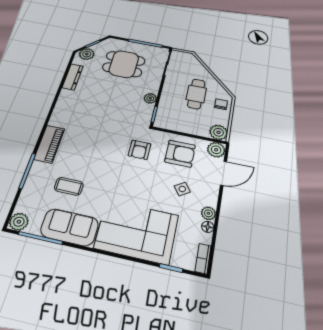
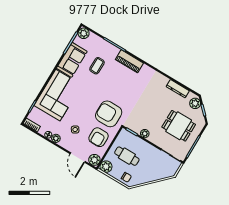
dining table: (124, 64) -> (179, 126), turned 90
cafe table: (196, 94) -> (127, 156), moved
armchair: (140, 150) -> (109, 114), width x1.88, depth x1.88

